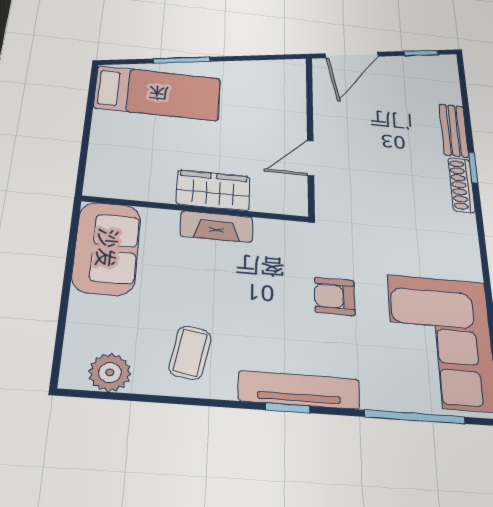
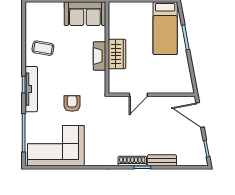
door: (311, 158) -> (138, 95), swing flipped
plant: (110, 372) -> (33, 20), removed

